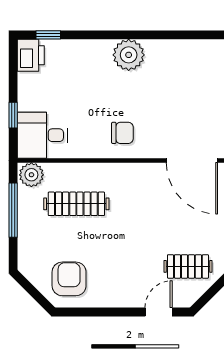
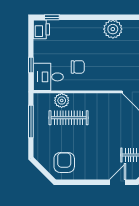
plant: (129, 55) -> (113, 29), moved
chair: (122, 133) -> (78, 67), moved
plant: (31, 175) -> (62, 100), moved

